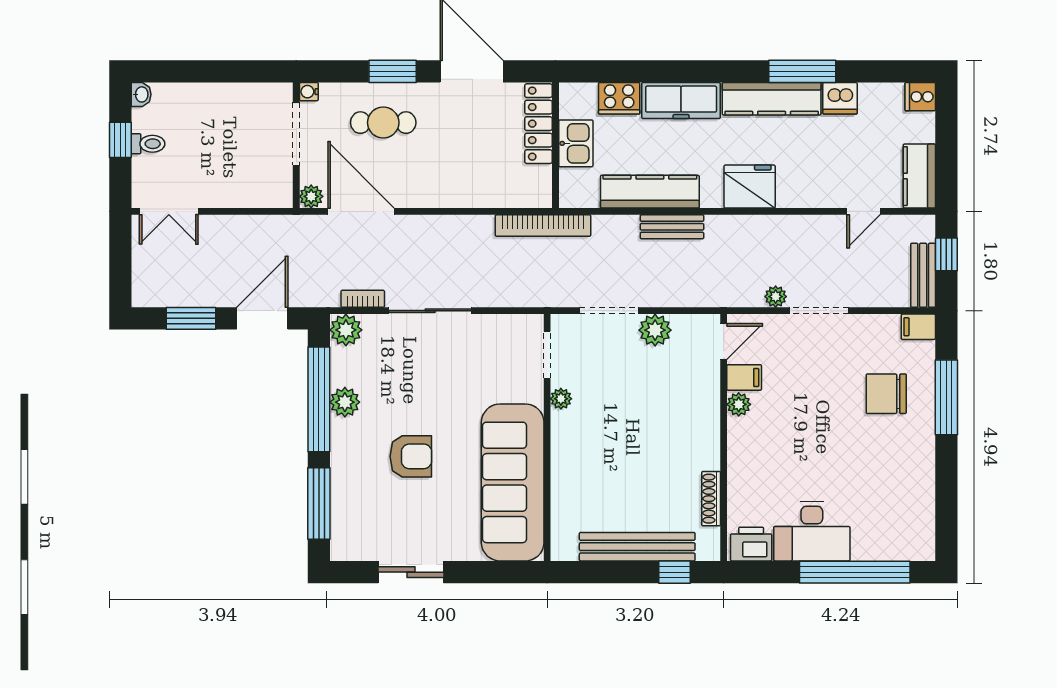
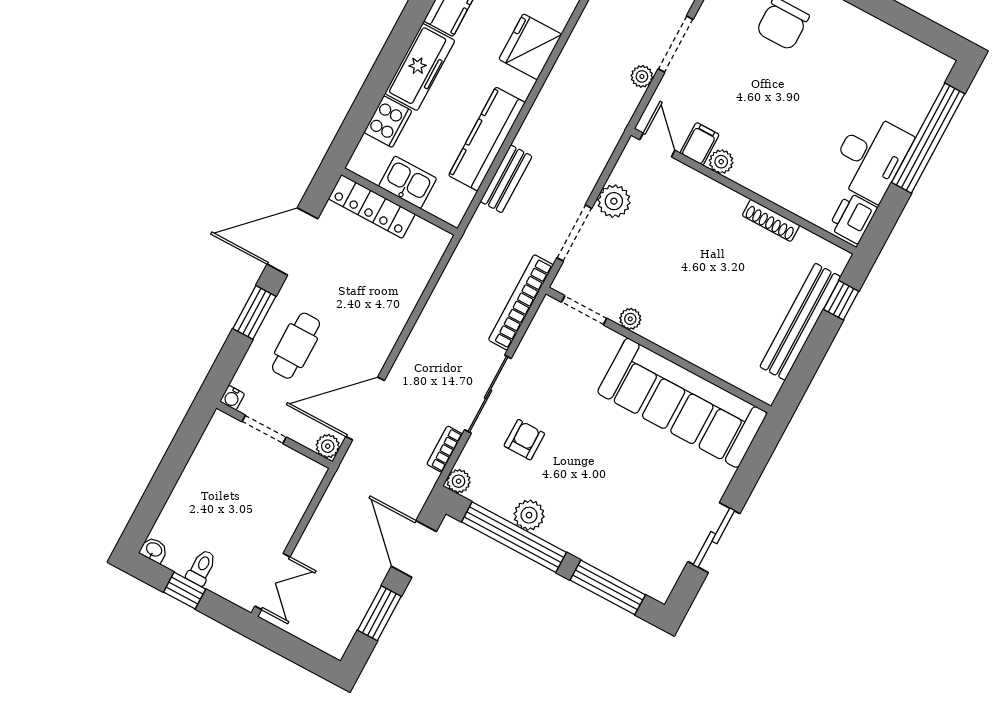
doorway: (296, 134) -> (264, 429), width x0.73
bookcase: (543, 226) -> (521, 302), moved, turned 180
bench: (672, 227) -> (506, 179), moved
plant: (346, 330) -> (459, 481), width x0.73, depth x0.73
armchair: (411, 456) -> (524, 440), moved, width x0.72, depth x0.72
shoe rack: (711, 499) -> (771, 220), moved

